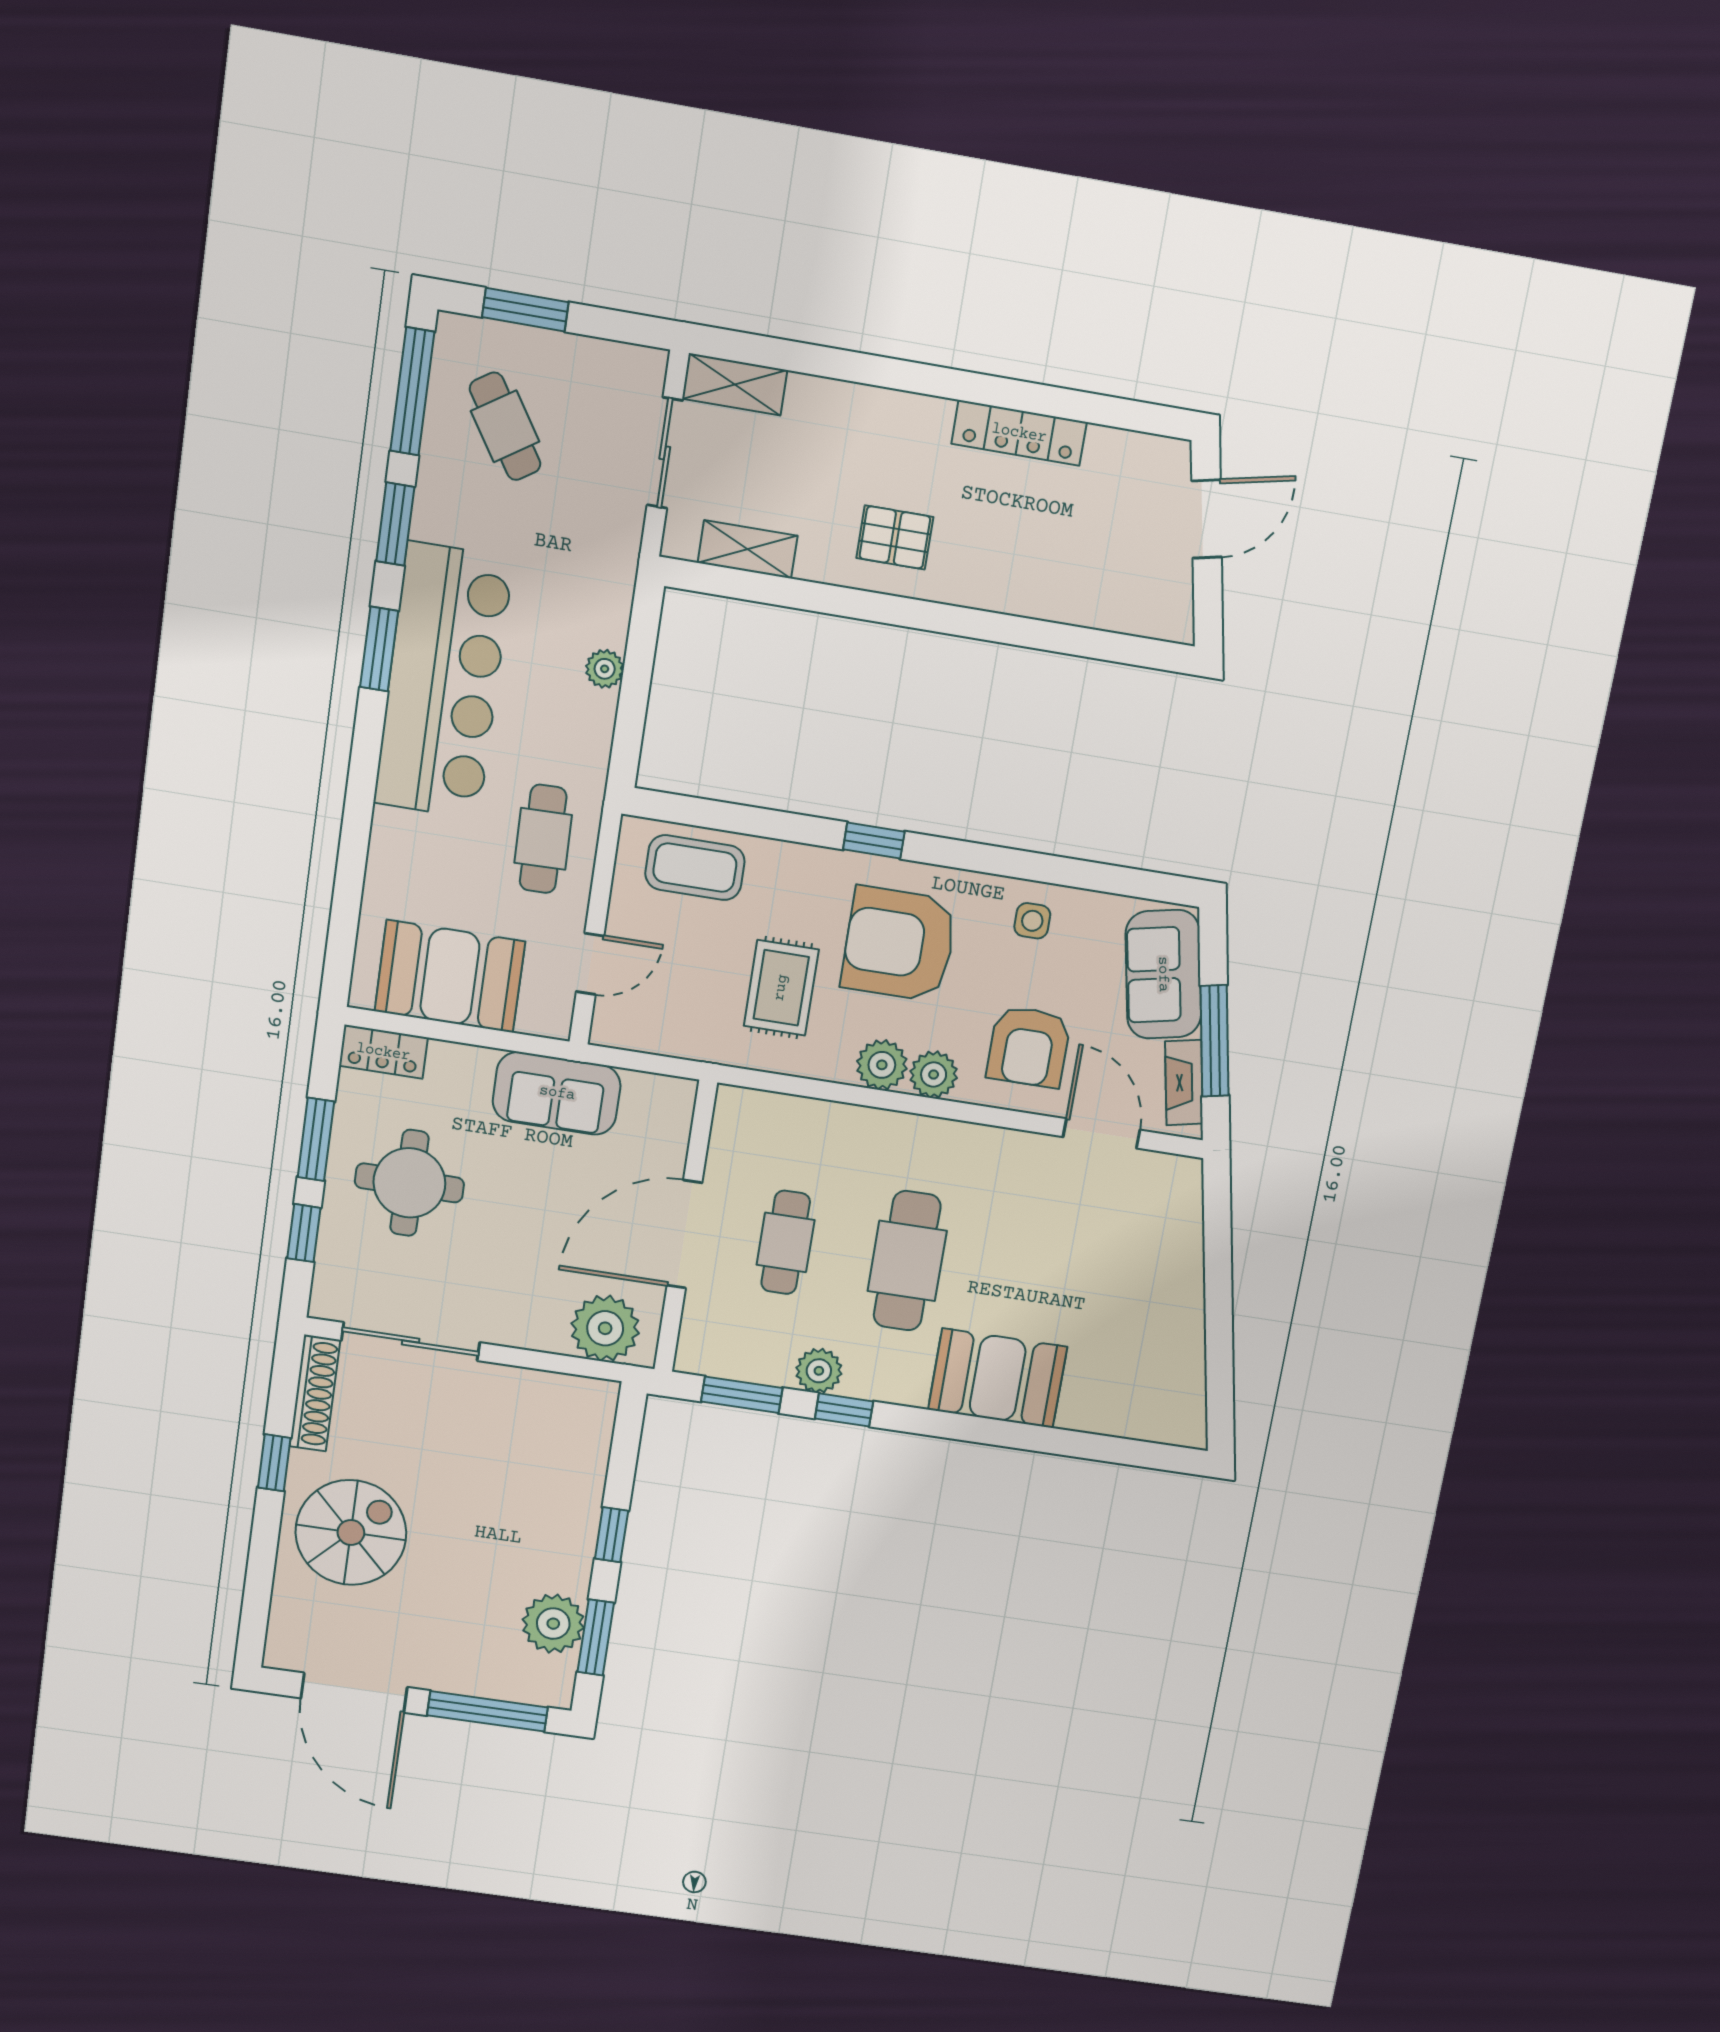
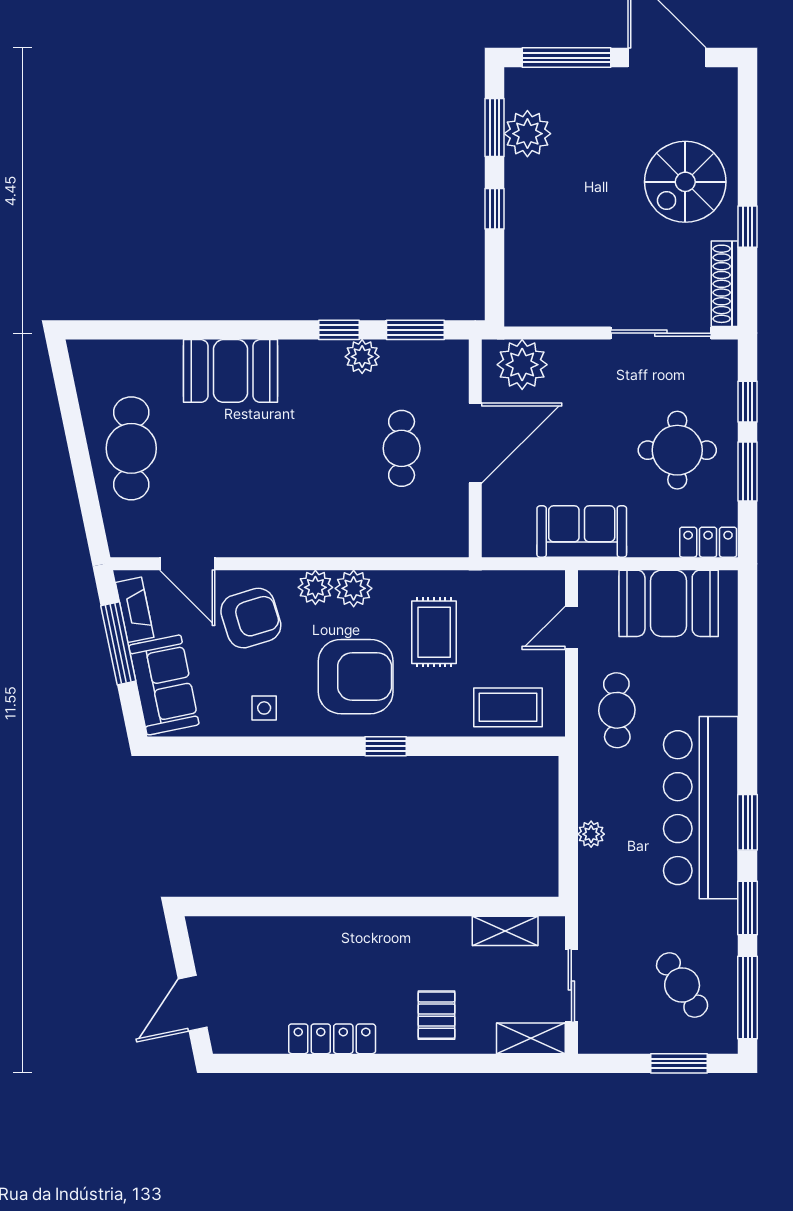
pallet: (895, 537) -> (436, 1015), moved, turned 90
armchair: (1029, 1047) -> (251, 618), turned 73
cafe table: (907, 1261) -> (131, 448), moved

